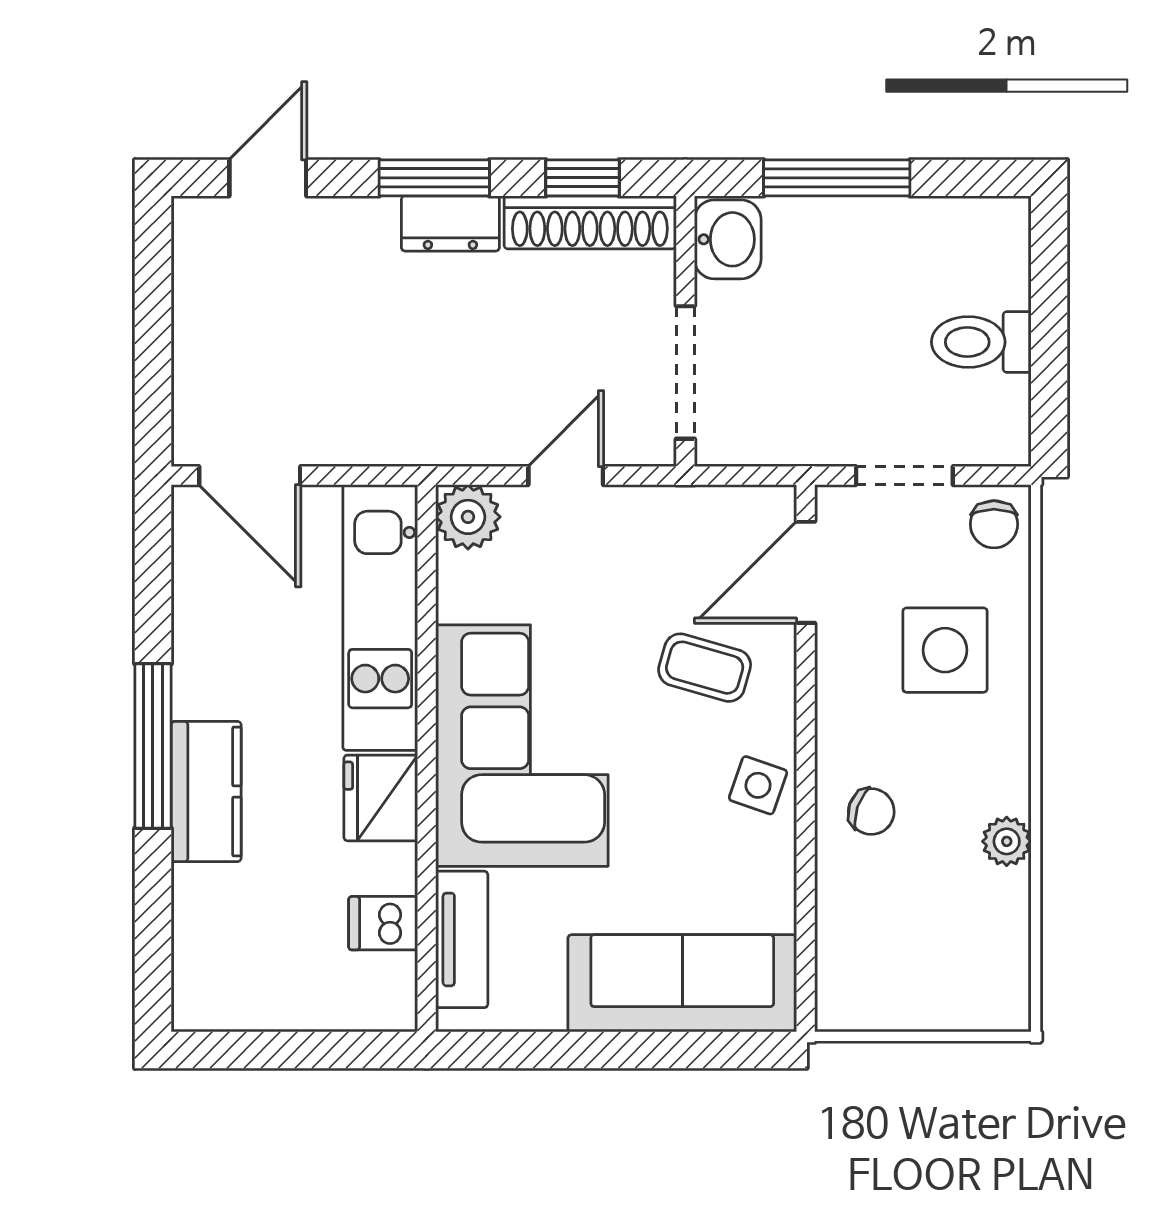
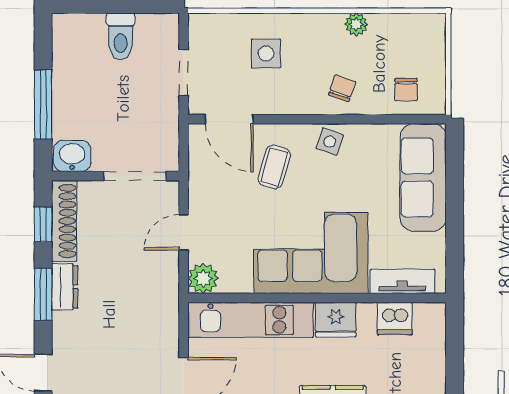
door: (566, 476) -> (184, 232), hinge flipped
chair: (994, 524) -> (406, 90), moved, turned 90
side table: (945, 650) -> (266, 53), width x0.73, depth x0.73
dishwasher: (383, 923) -> (395, 318), width x1.38

